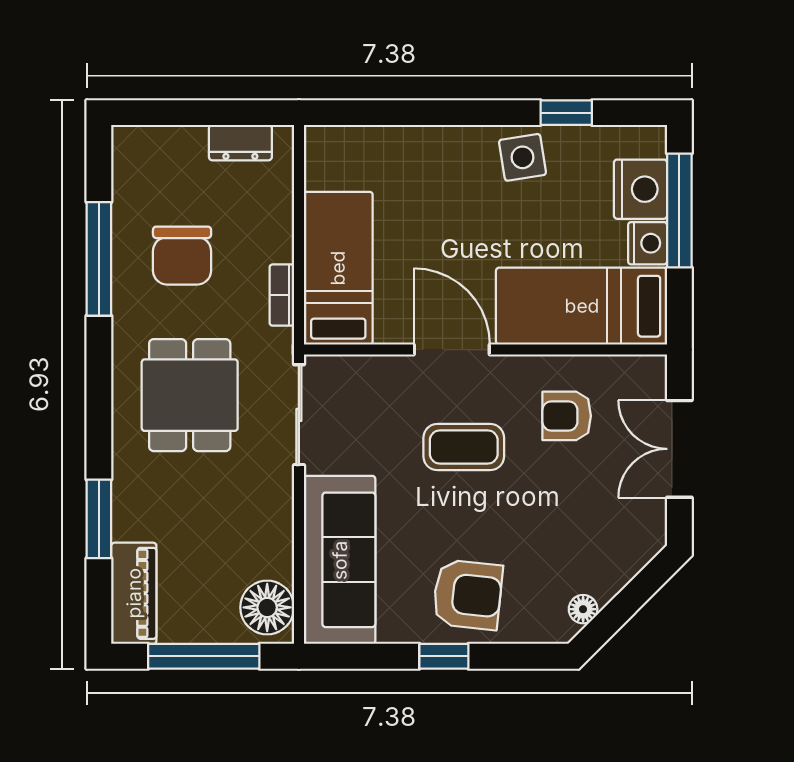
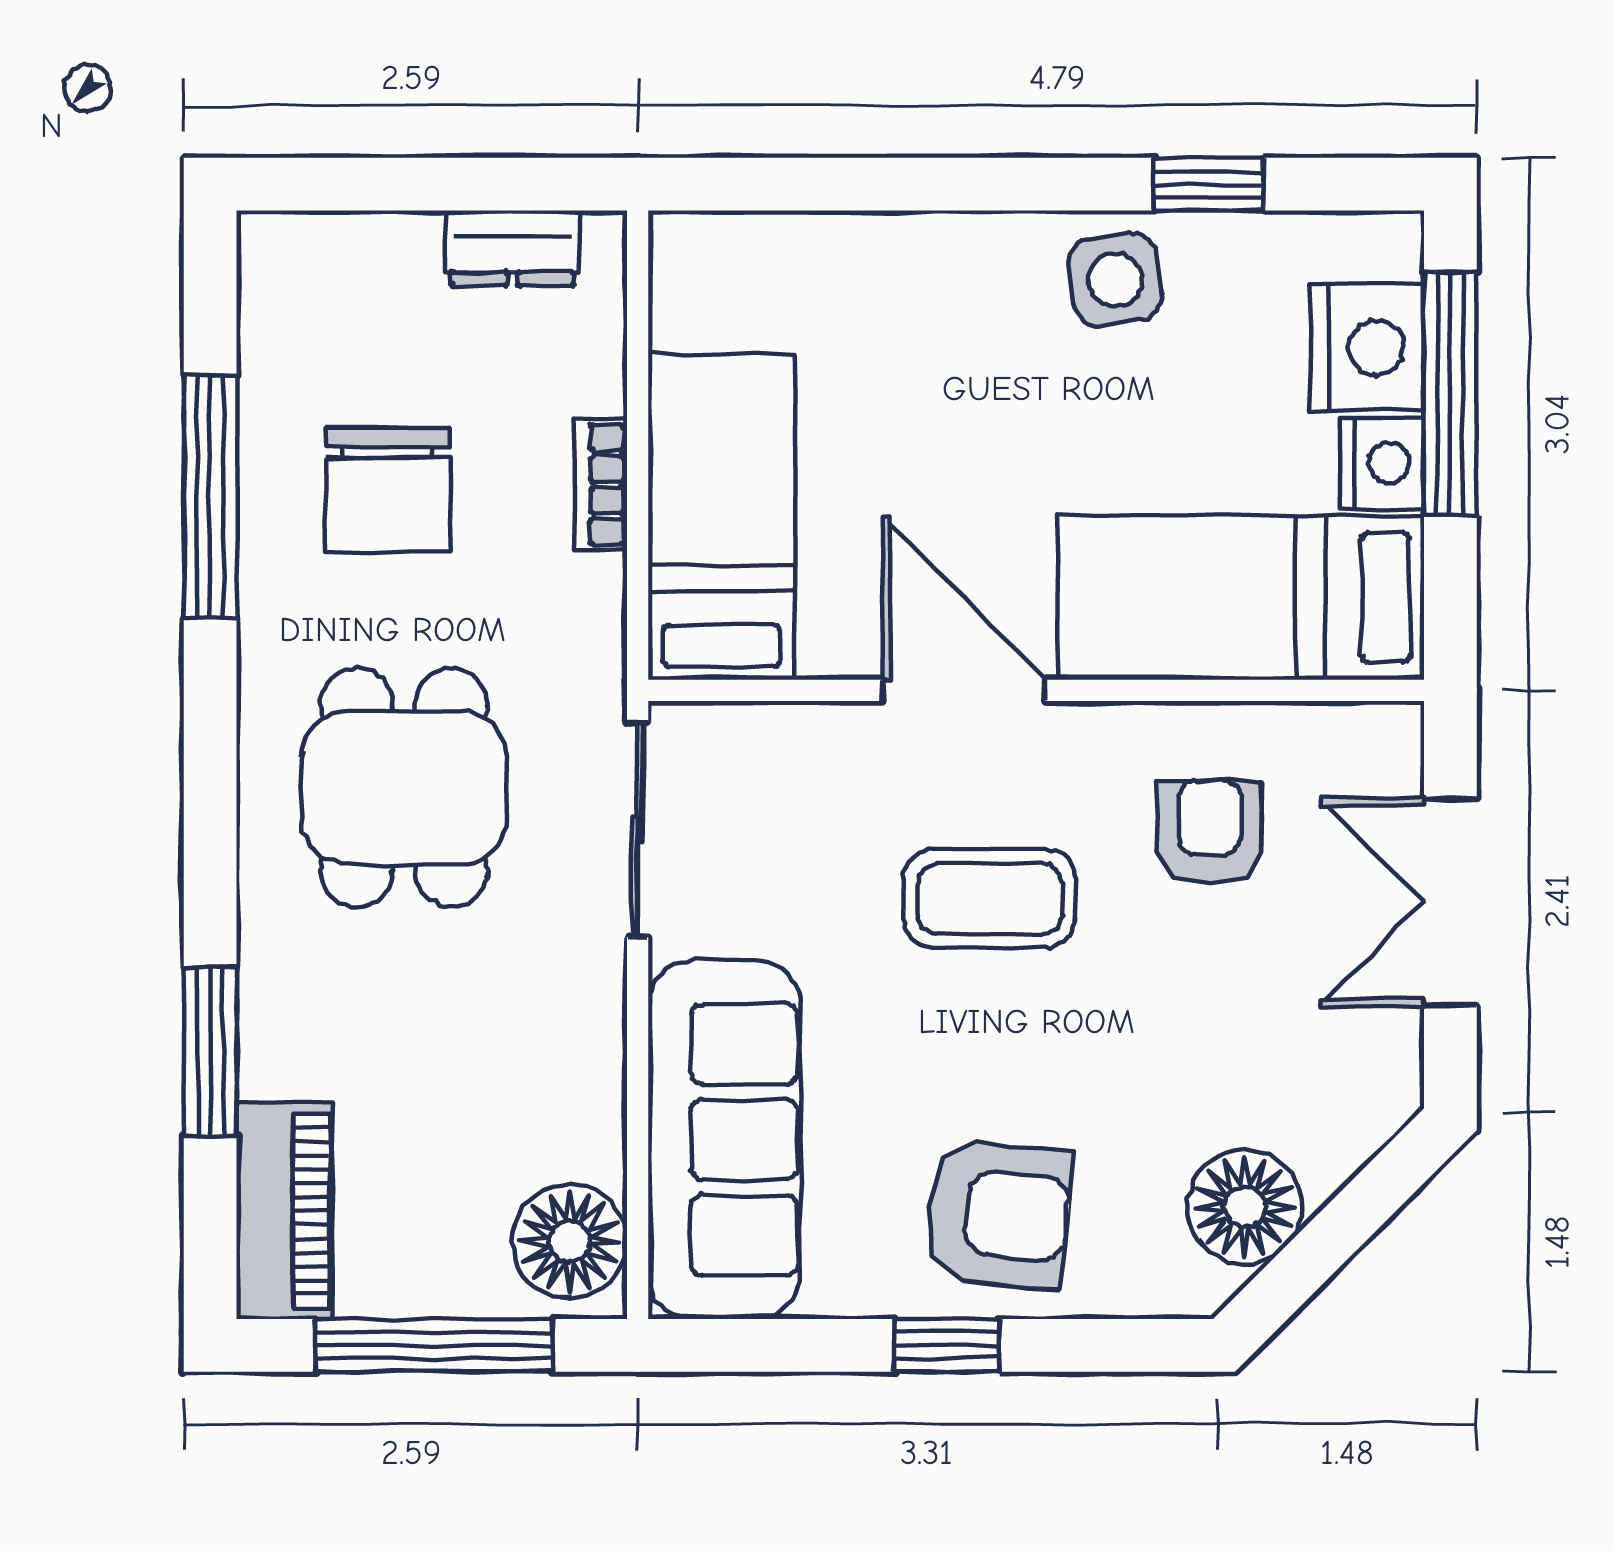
bookcase: (282, 295) -> (601, 485), moved
armchair: (567, 416) -> (1210, 832), turned 90
floor lamp: (583, 609) -> (1244, 1207), width x1.89, depth x1.89

